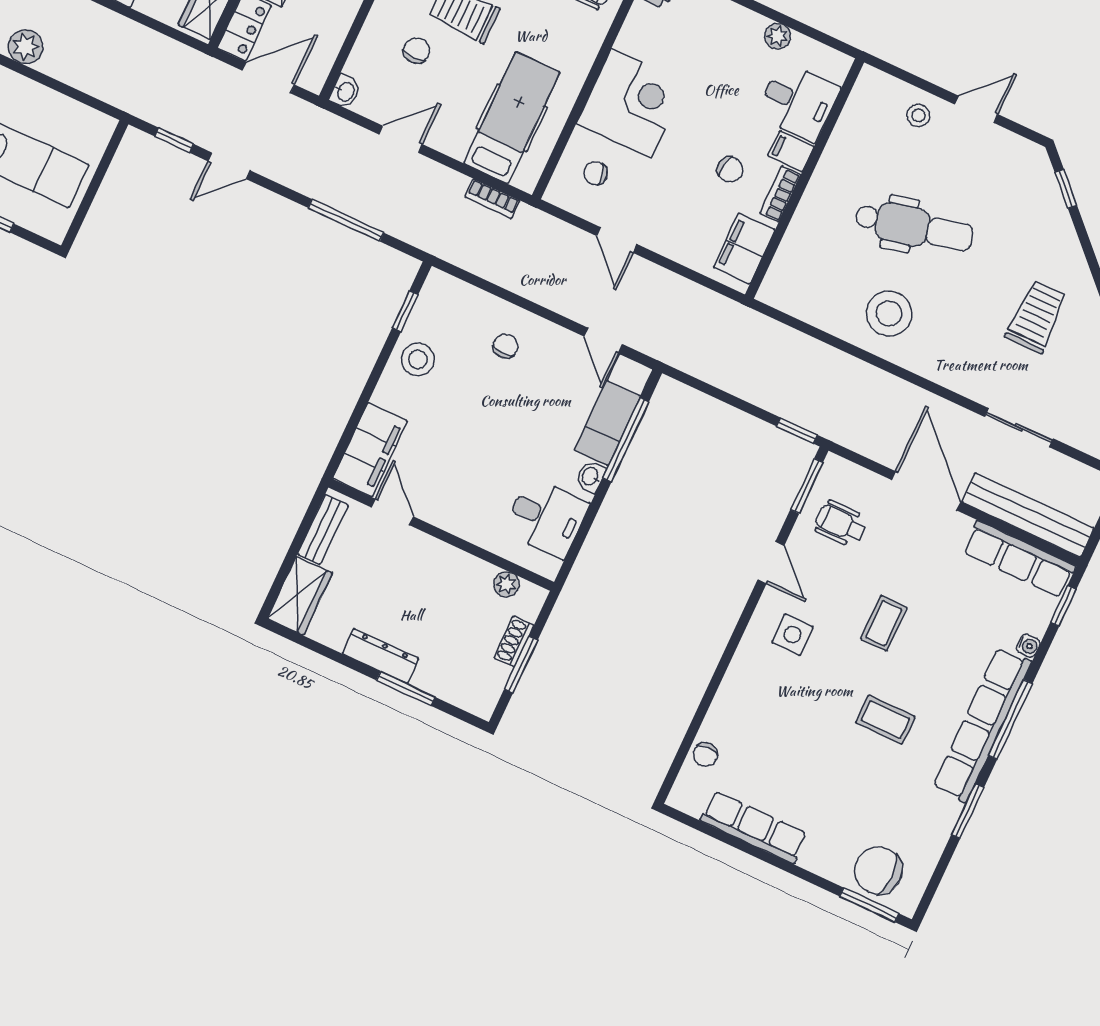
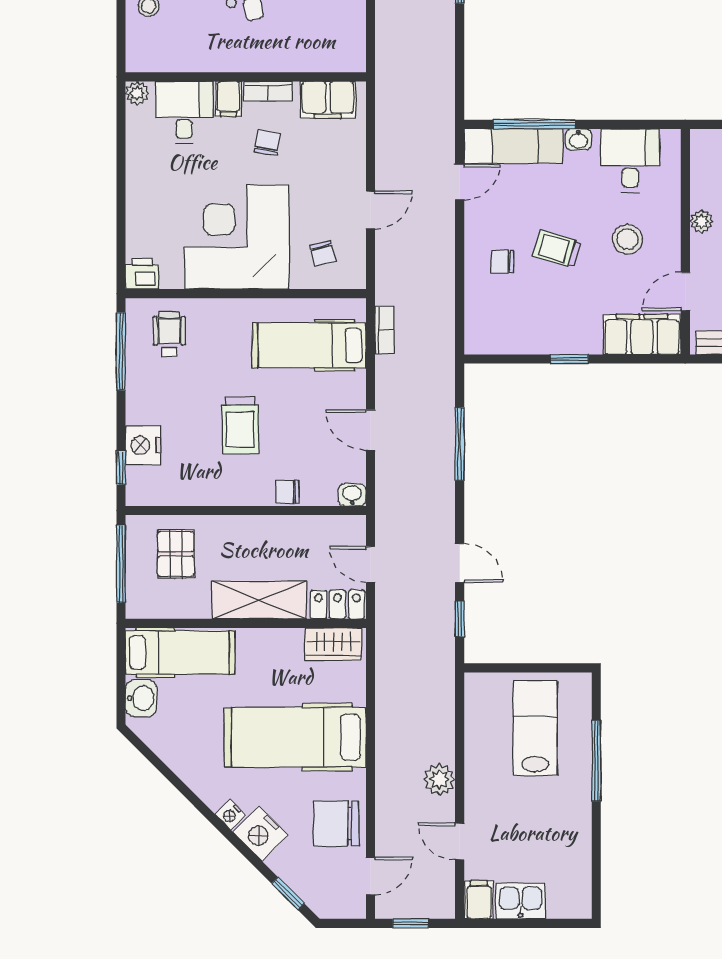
plant: (778, 36) -> (137, 93), moved
chair: (417, 51) -> (287, 492), moved
door: (268, 78) -> (370, 565), width x0.73
corner desk: (631, 103) -> (237, 237), width x1.36, depth x1.36
window: (405, 311) -> (569, 359), moved
stool: (418, 359) -> (628, 239), moved
trolley: (493, 405) -> (557, 249), added
plant: (506, 584) -> (701, 221), moved

